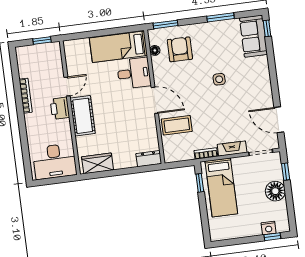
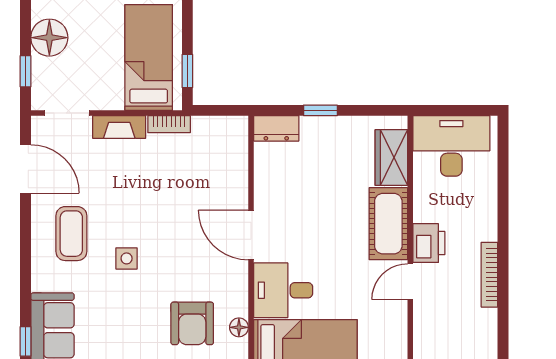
coffee table: (177, 125) -> (71, 234), moved, turned 90
wardrobe: (98, 163) -> (391, 158), moved, turned 90
window: (126, 171) -> (320, 110), added

